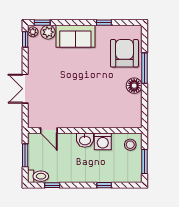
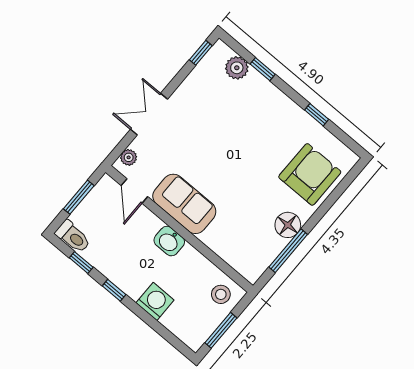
window: (42, 23) -> (263, 69), moved
plant: (33, 32) -> (129, 157), moved
sofa: (75, 36) -> (184, 204), moved, turned 180
window: (145, 68) -> (288, 251), moved
washing machine: (103, 141) -> (155, 301), moved, turned 180
window: (104, 185) -> (114, 290), moved

